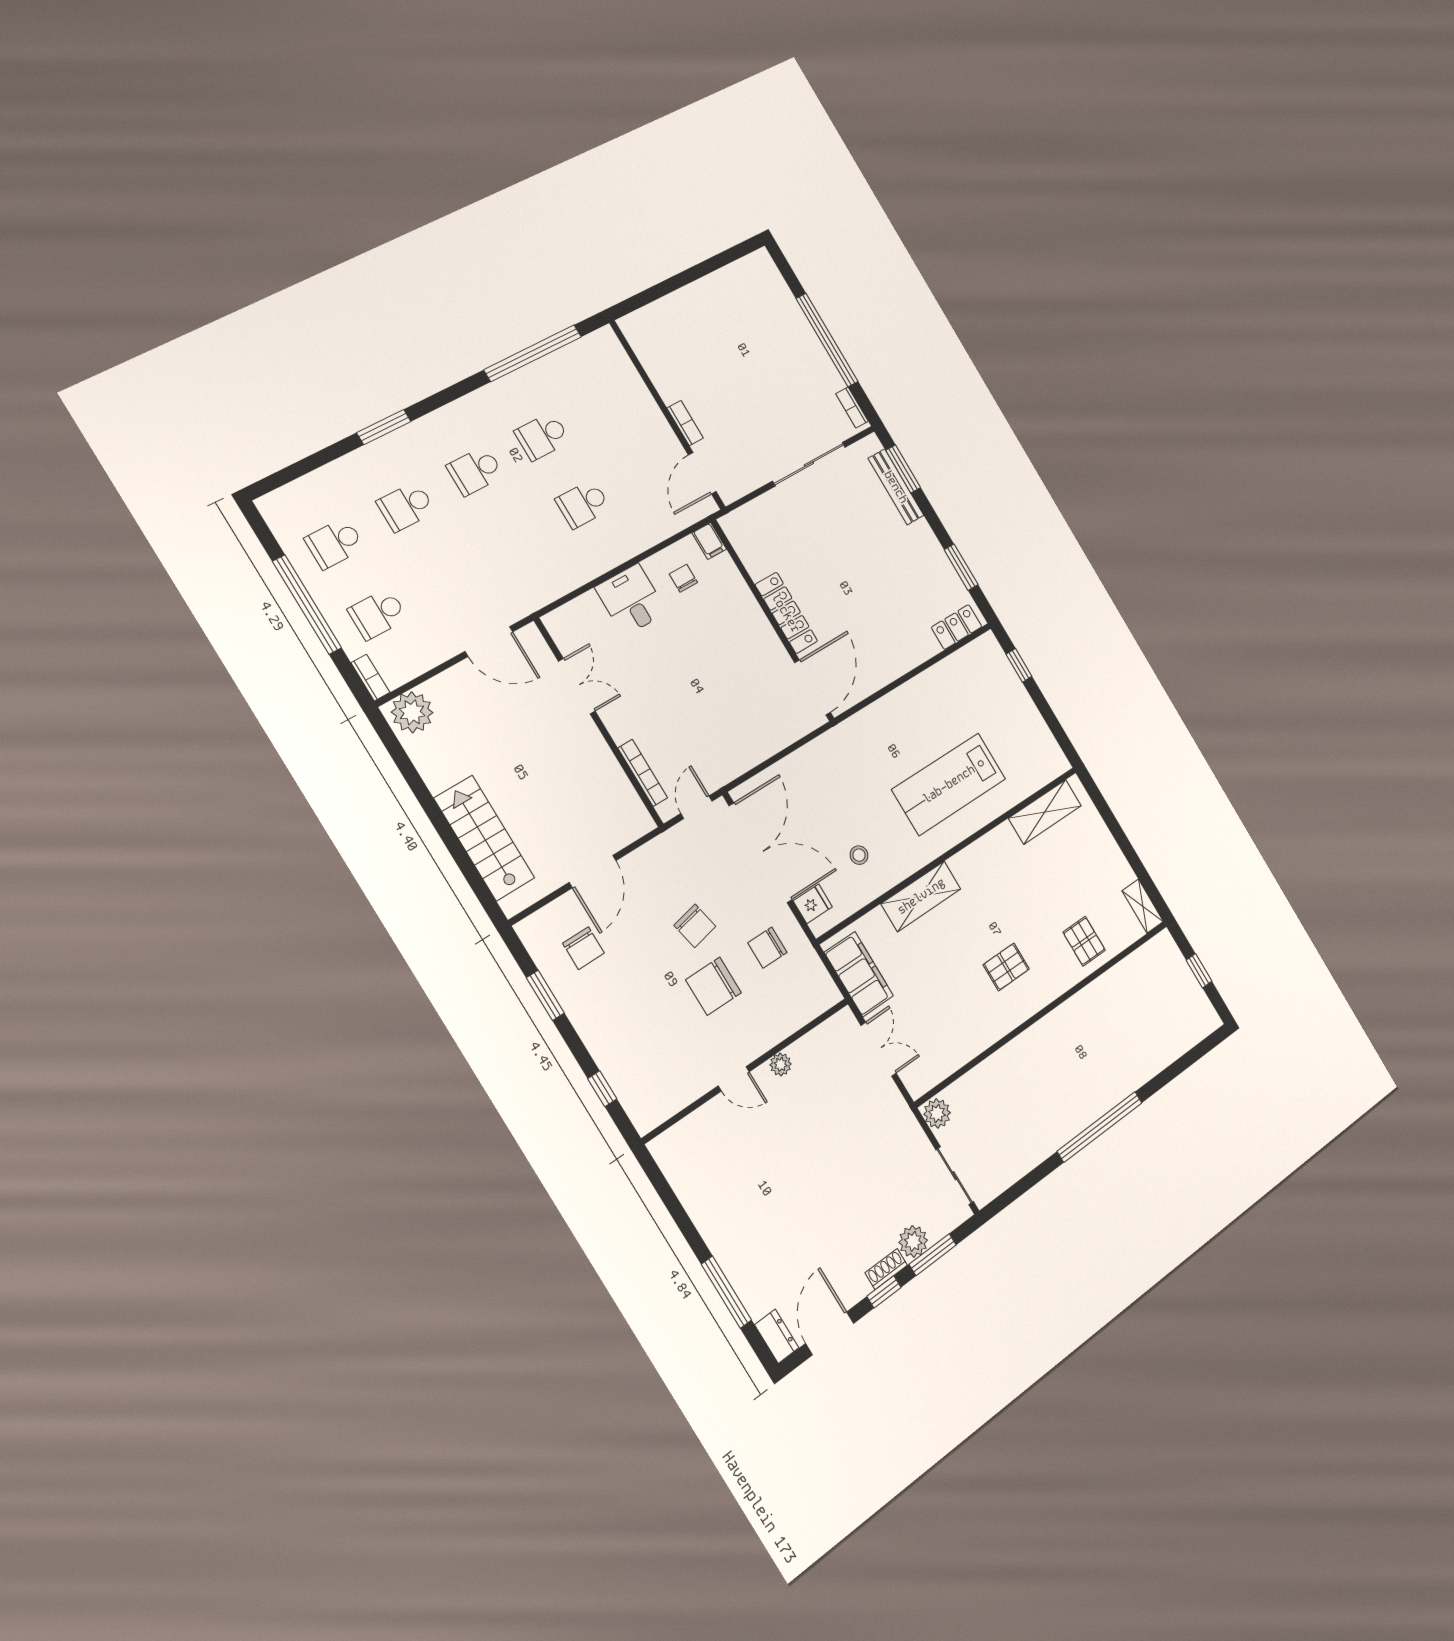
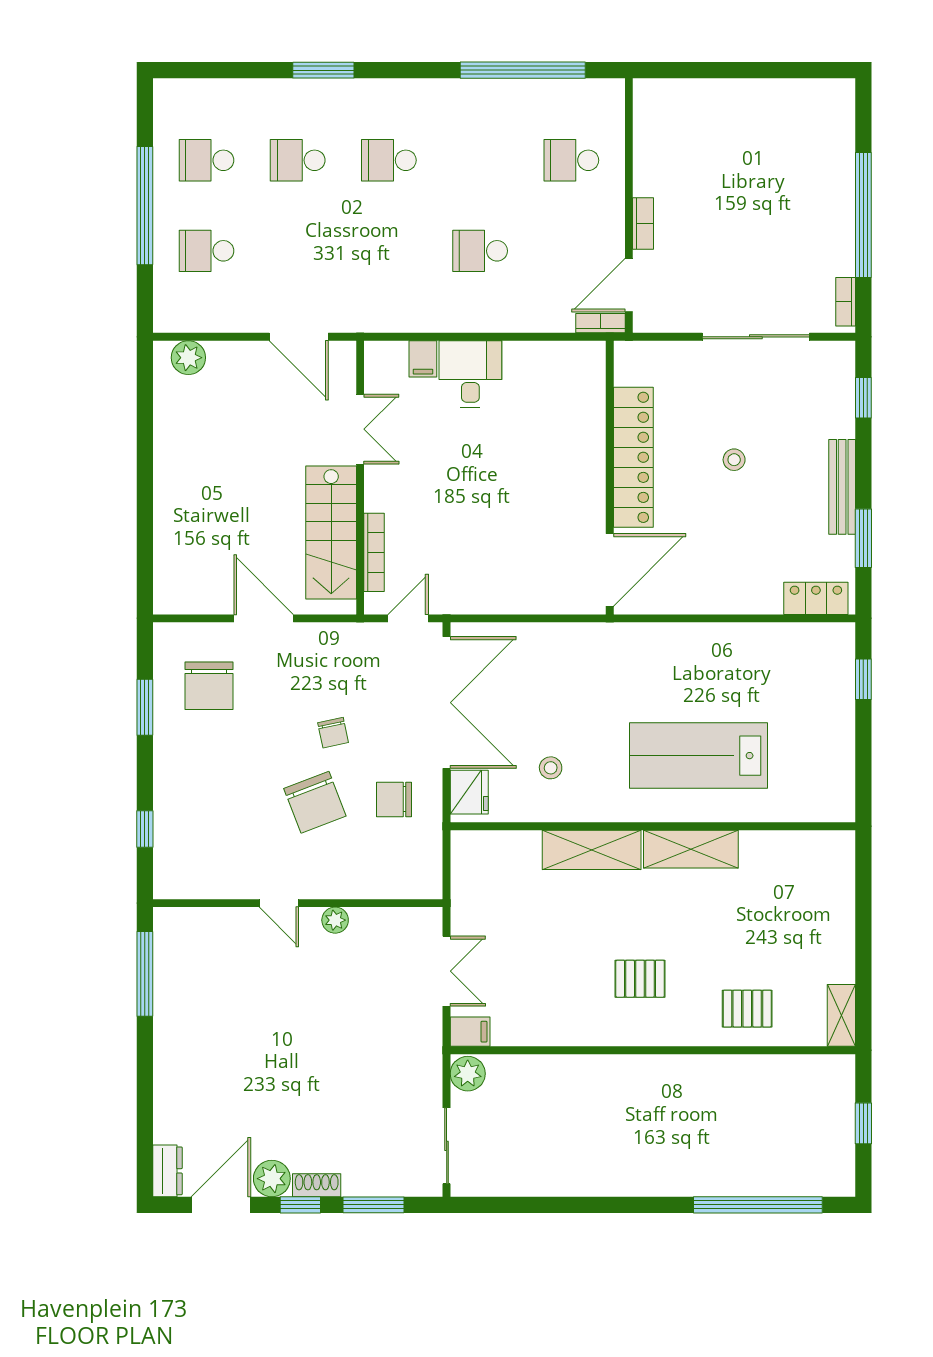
school desk: (542, 436) -> (571, 160), moved
window: (903, 469) -> (863, 398), width x0.67
bench: (896, 487) -> (842, 487), moved
filing cabinet: (709, 541) -> (423, 359), moved
stool: (847, 560) -> (734, 460), added
chair: (683, 578) -> (540, 382), removed
locker: (786, 613) -> (633, 457), width x1.41, depth x1.21
bookcase: (370, 678) -> (601, 323), moved, turned -90
plant: (412, 712) -> (188, 358), width x0.73, depth x0.73
shelving: (1045, 812) -> (691, 849), moved
stairs: (484, 838) -> (331, 533), moved, turned 180
door: (593, 871) -> (264, 618), swing flipped
fridge: (813, 904) -> (469, 792), width x1.38
chair: (695, 926) -> (333, 733), width x0.73, depth x0.73
pallet: (1084, 941) -> (747, 1009), turned 90
chair: (583, 948) -> (209, 686), width x1.37, depth x1.37
filing cabinet: (859, 974) -> (470, 1032), moved, width x0.33, depth x0.86
chair: (713, 986) -> (315, 802), turned -111
window: (1100, 1127) -> (758, 1205), moved
plant: (913, 1241) -> (272, 1179), moved
window: (726, 1292) -> (145, 974), moved

